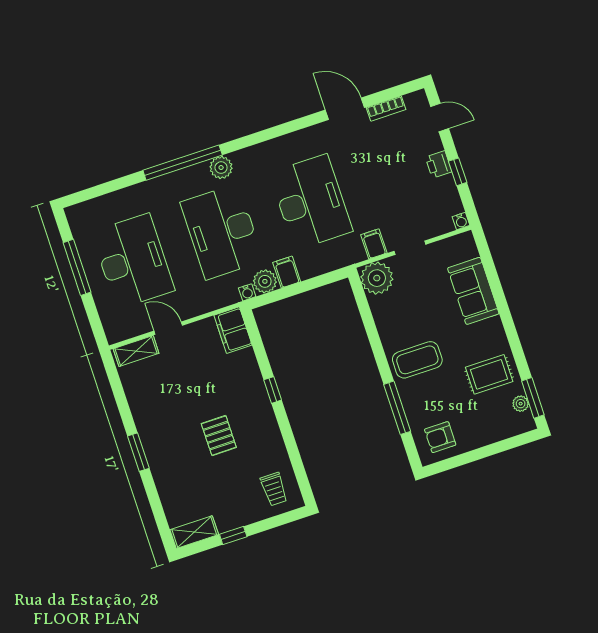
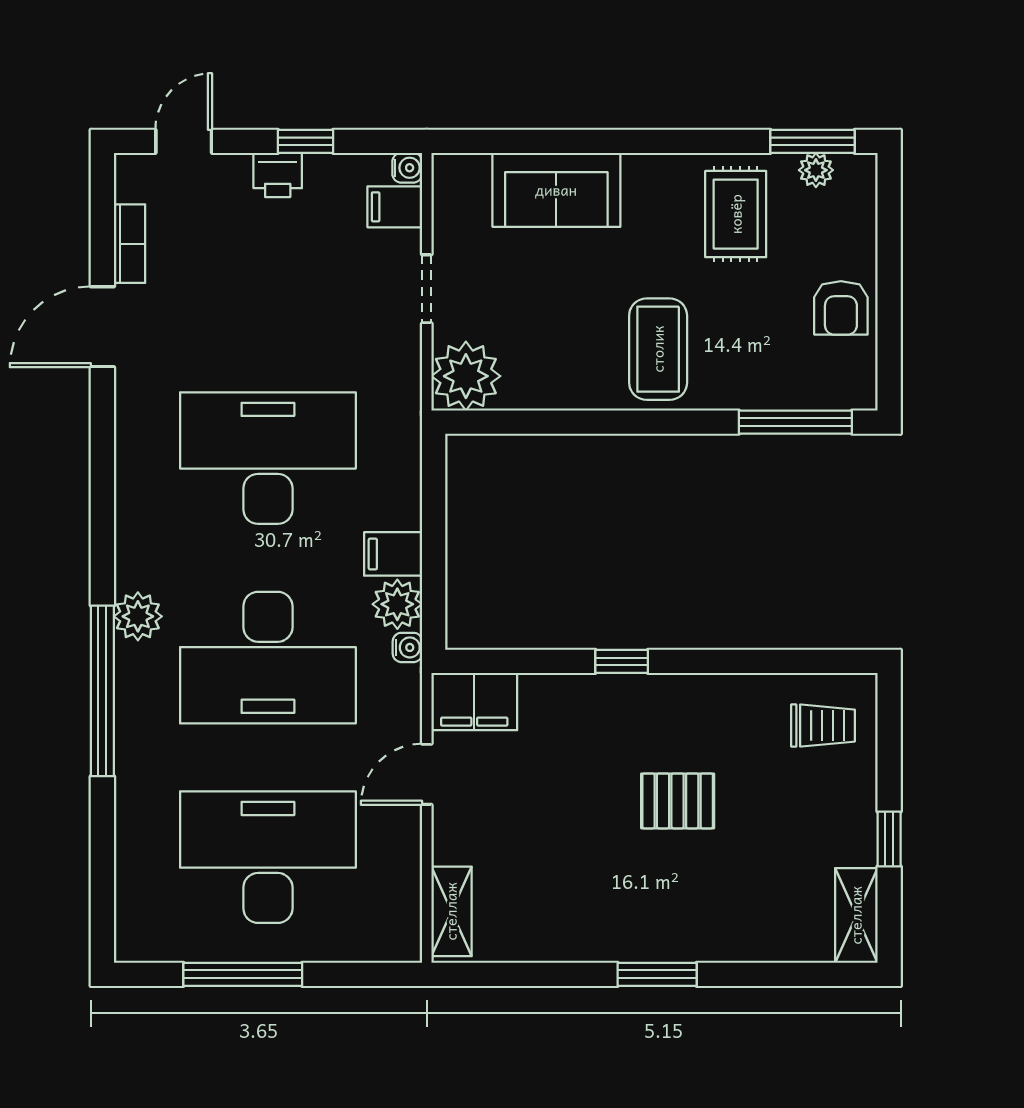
filing cabinet: (374, 244) -> (395, 207), moved
door: (168, 328) -> (427, 774), moved
window: (397, 408) -> (795, 422), moved
armchair: (440, 437) -> (841, 308), moved

